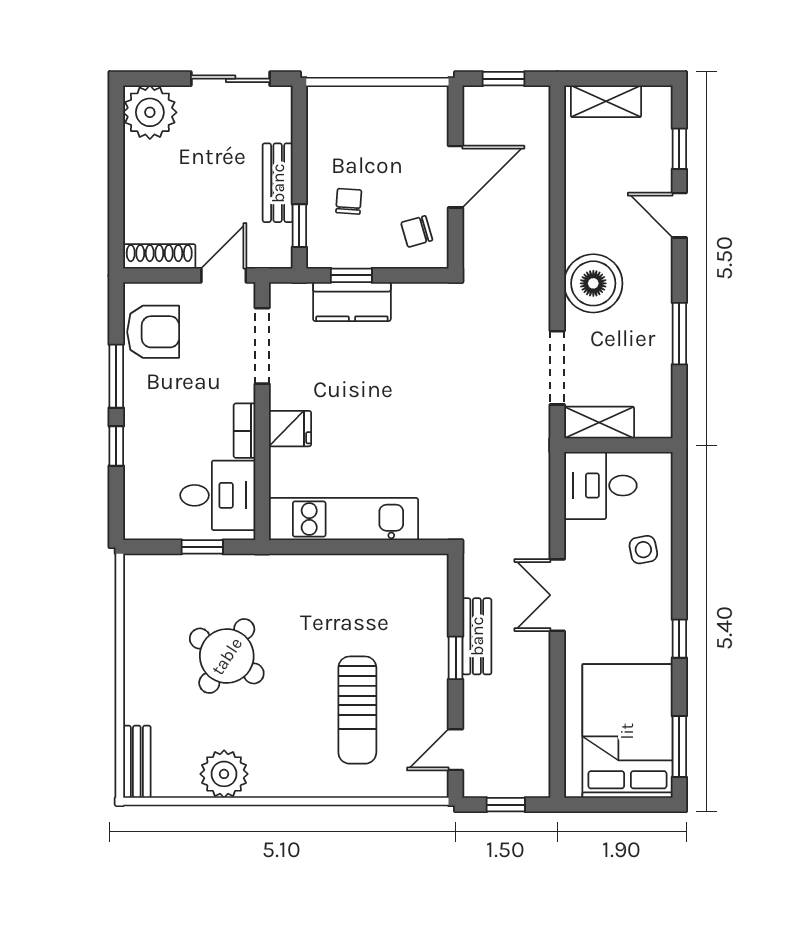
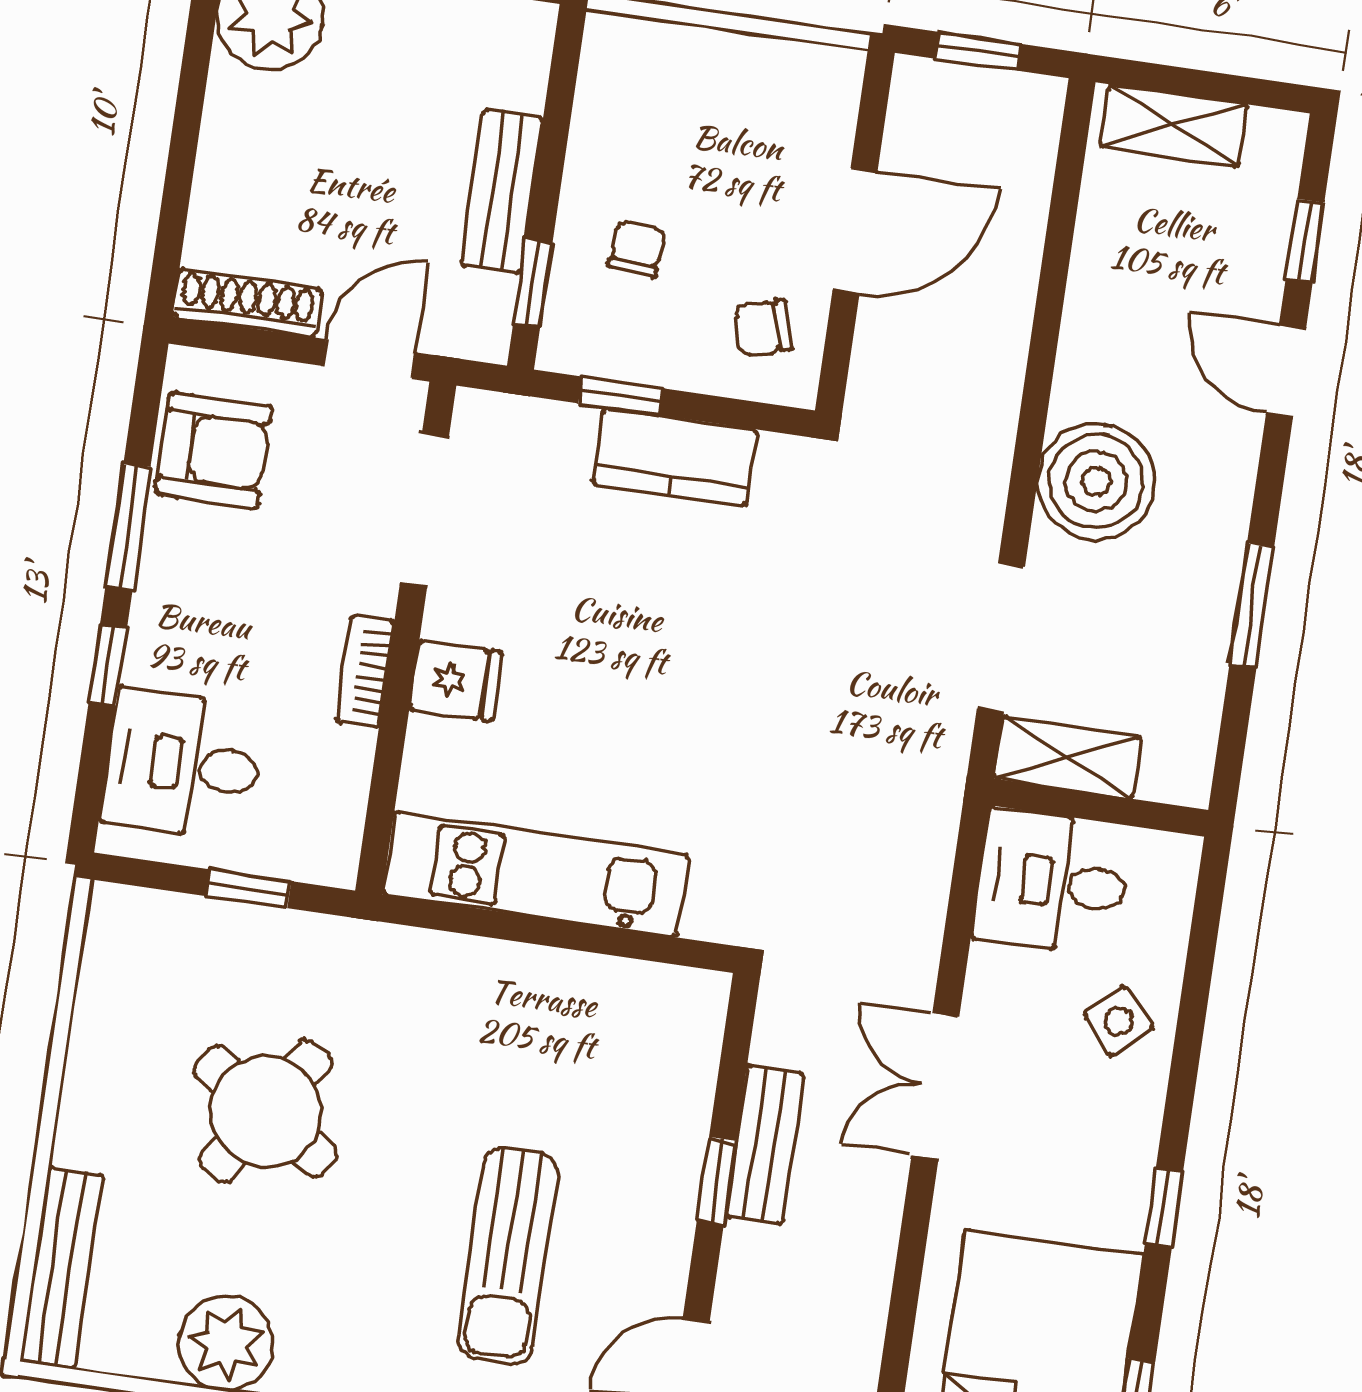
kitchen counter: (352, 302) -> (675, 457), moved
desk: (218, 495) -> (183, 765), moved, turned 180
side table: (643, 550) -> (1118, 1021), turned -32
bench: (137, 762) -> (61, 1268), width x1.36

